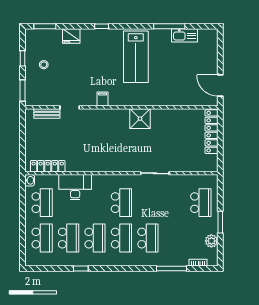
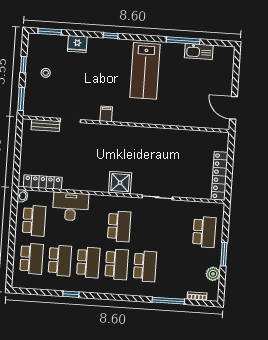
shower: (140, 119) -> (120, 183), moved
locker: (212, 132) -> (220, 176), moved

